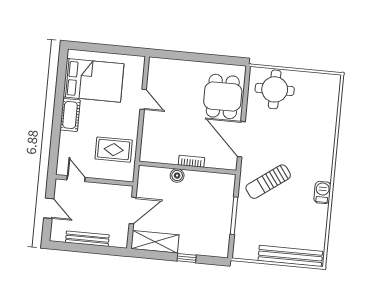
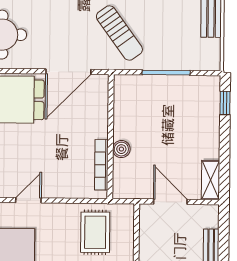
bookcase: (191, 161) -> (101, 165), moved, width x1.56
shelving: (155, 242) -> (211, 180), width x0.67, depth x0.75
window: (187, 258) -> (225, 103), moved

